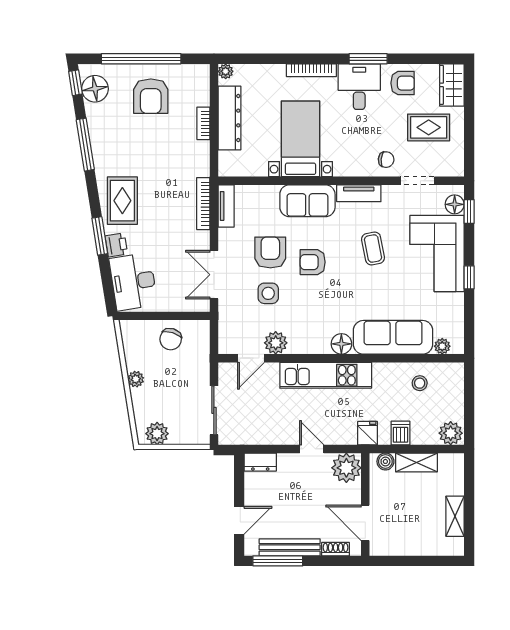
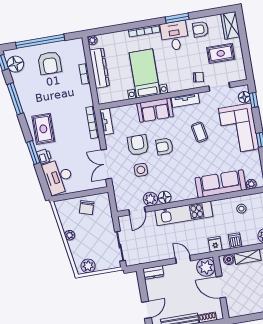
armchair: (403, 83) -> (201, 29), turned 180
floor lamp: (341, 344) -> (165, 197), moved
door: (365, 523) -> (221, 287), moved

